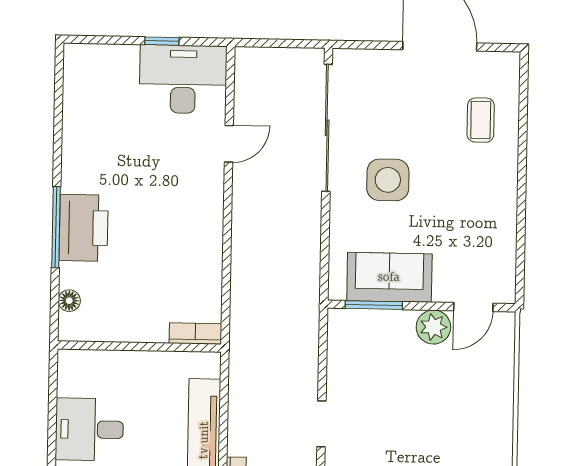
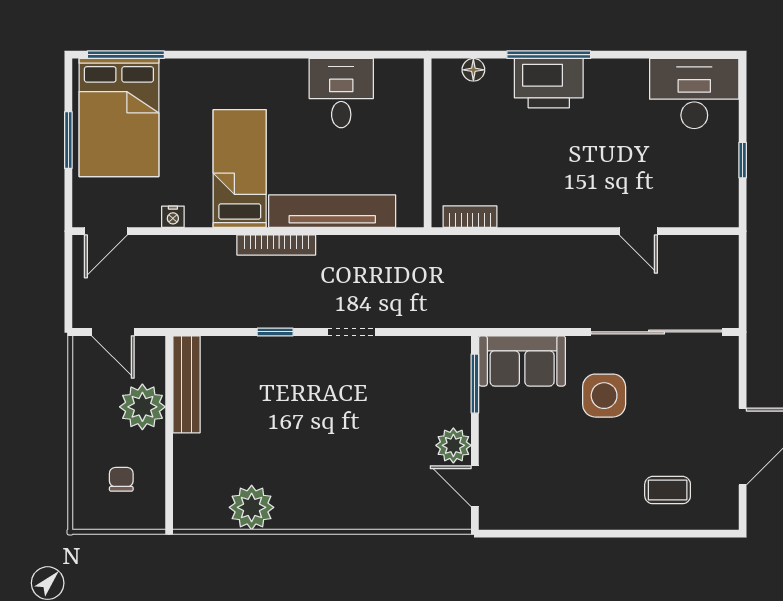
desk: (183, 79) -> (694, 94), moved, turned -90
sofa: (389, 277) -> (522, 361), moved, turned 90
bookcase: (195, 333) -> (470, 217), moved, turned -90

